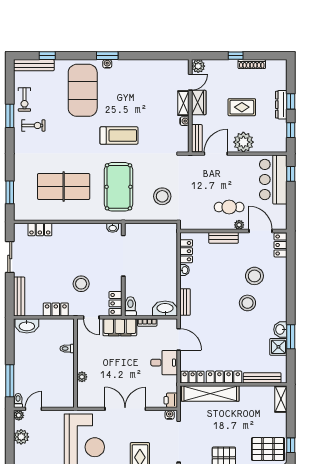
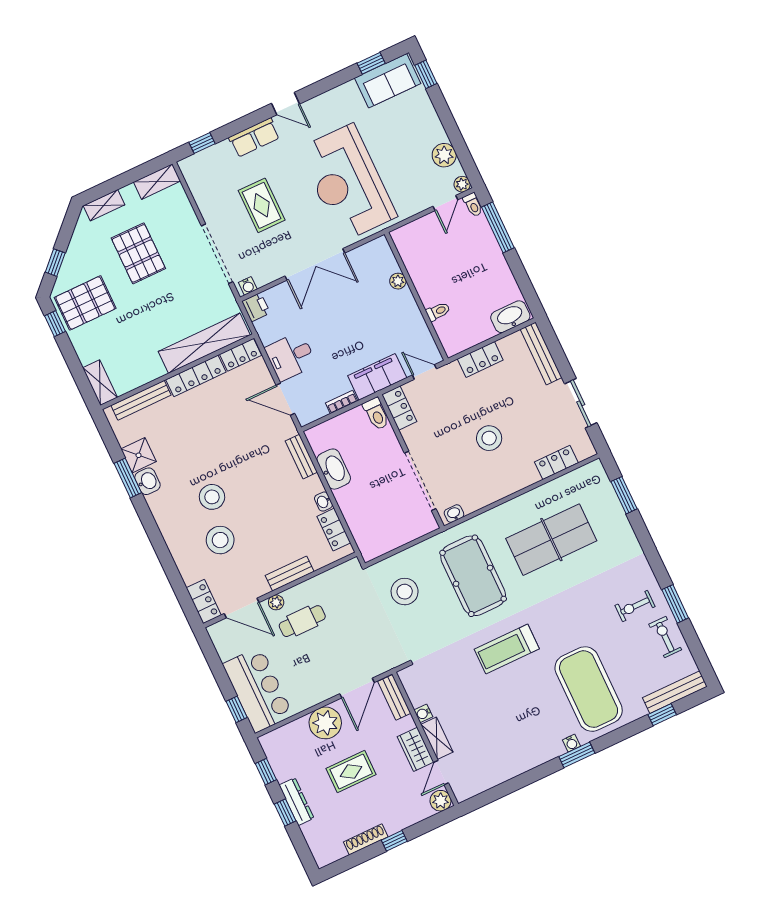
stool: (81, 284) -> (489, 438), moved
washbasin: (165, 309) -> (334, 469), moved, turned -90

